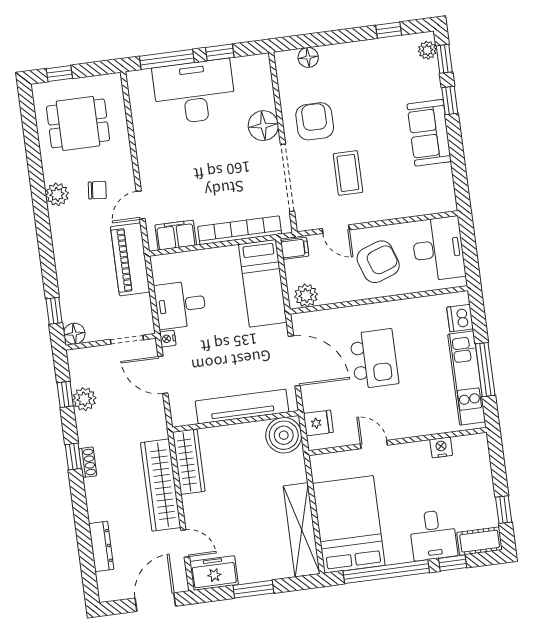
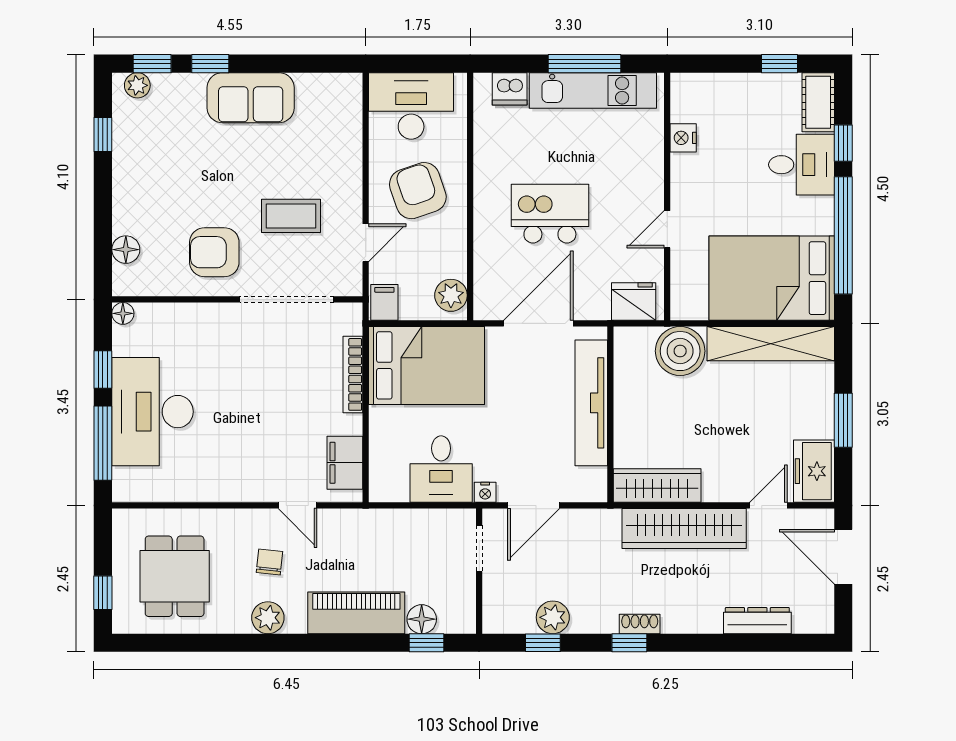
floor lamp: (263, 126) -> (123, 313), moved, width x0.53, depth x0.53
bookcase: (240, 230) -> (353, 374), width x0.68, depth x0.76
piano: (130, 259) -> (356, 613), moved, turned 180
bed: (263, 283) -> (427, 365), width x1.50
floor lamp: (74, 334) -> (422, 619), moved
fridge: (318, 423) -> (634, 301), width x1.38
boiler: (284, 435) -> (680, 351), moved

